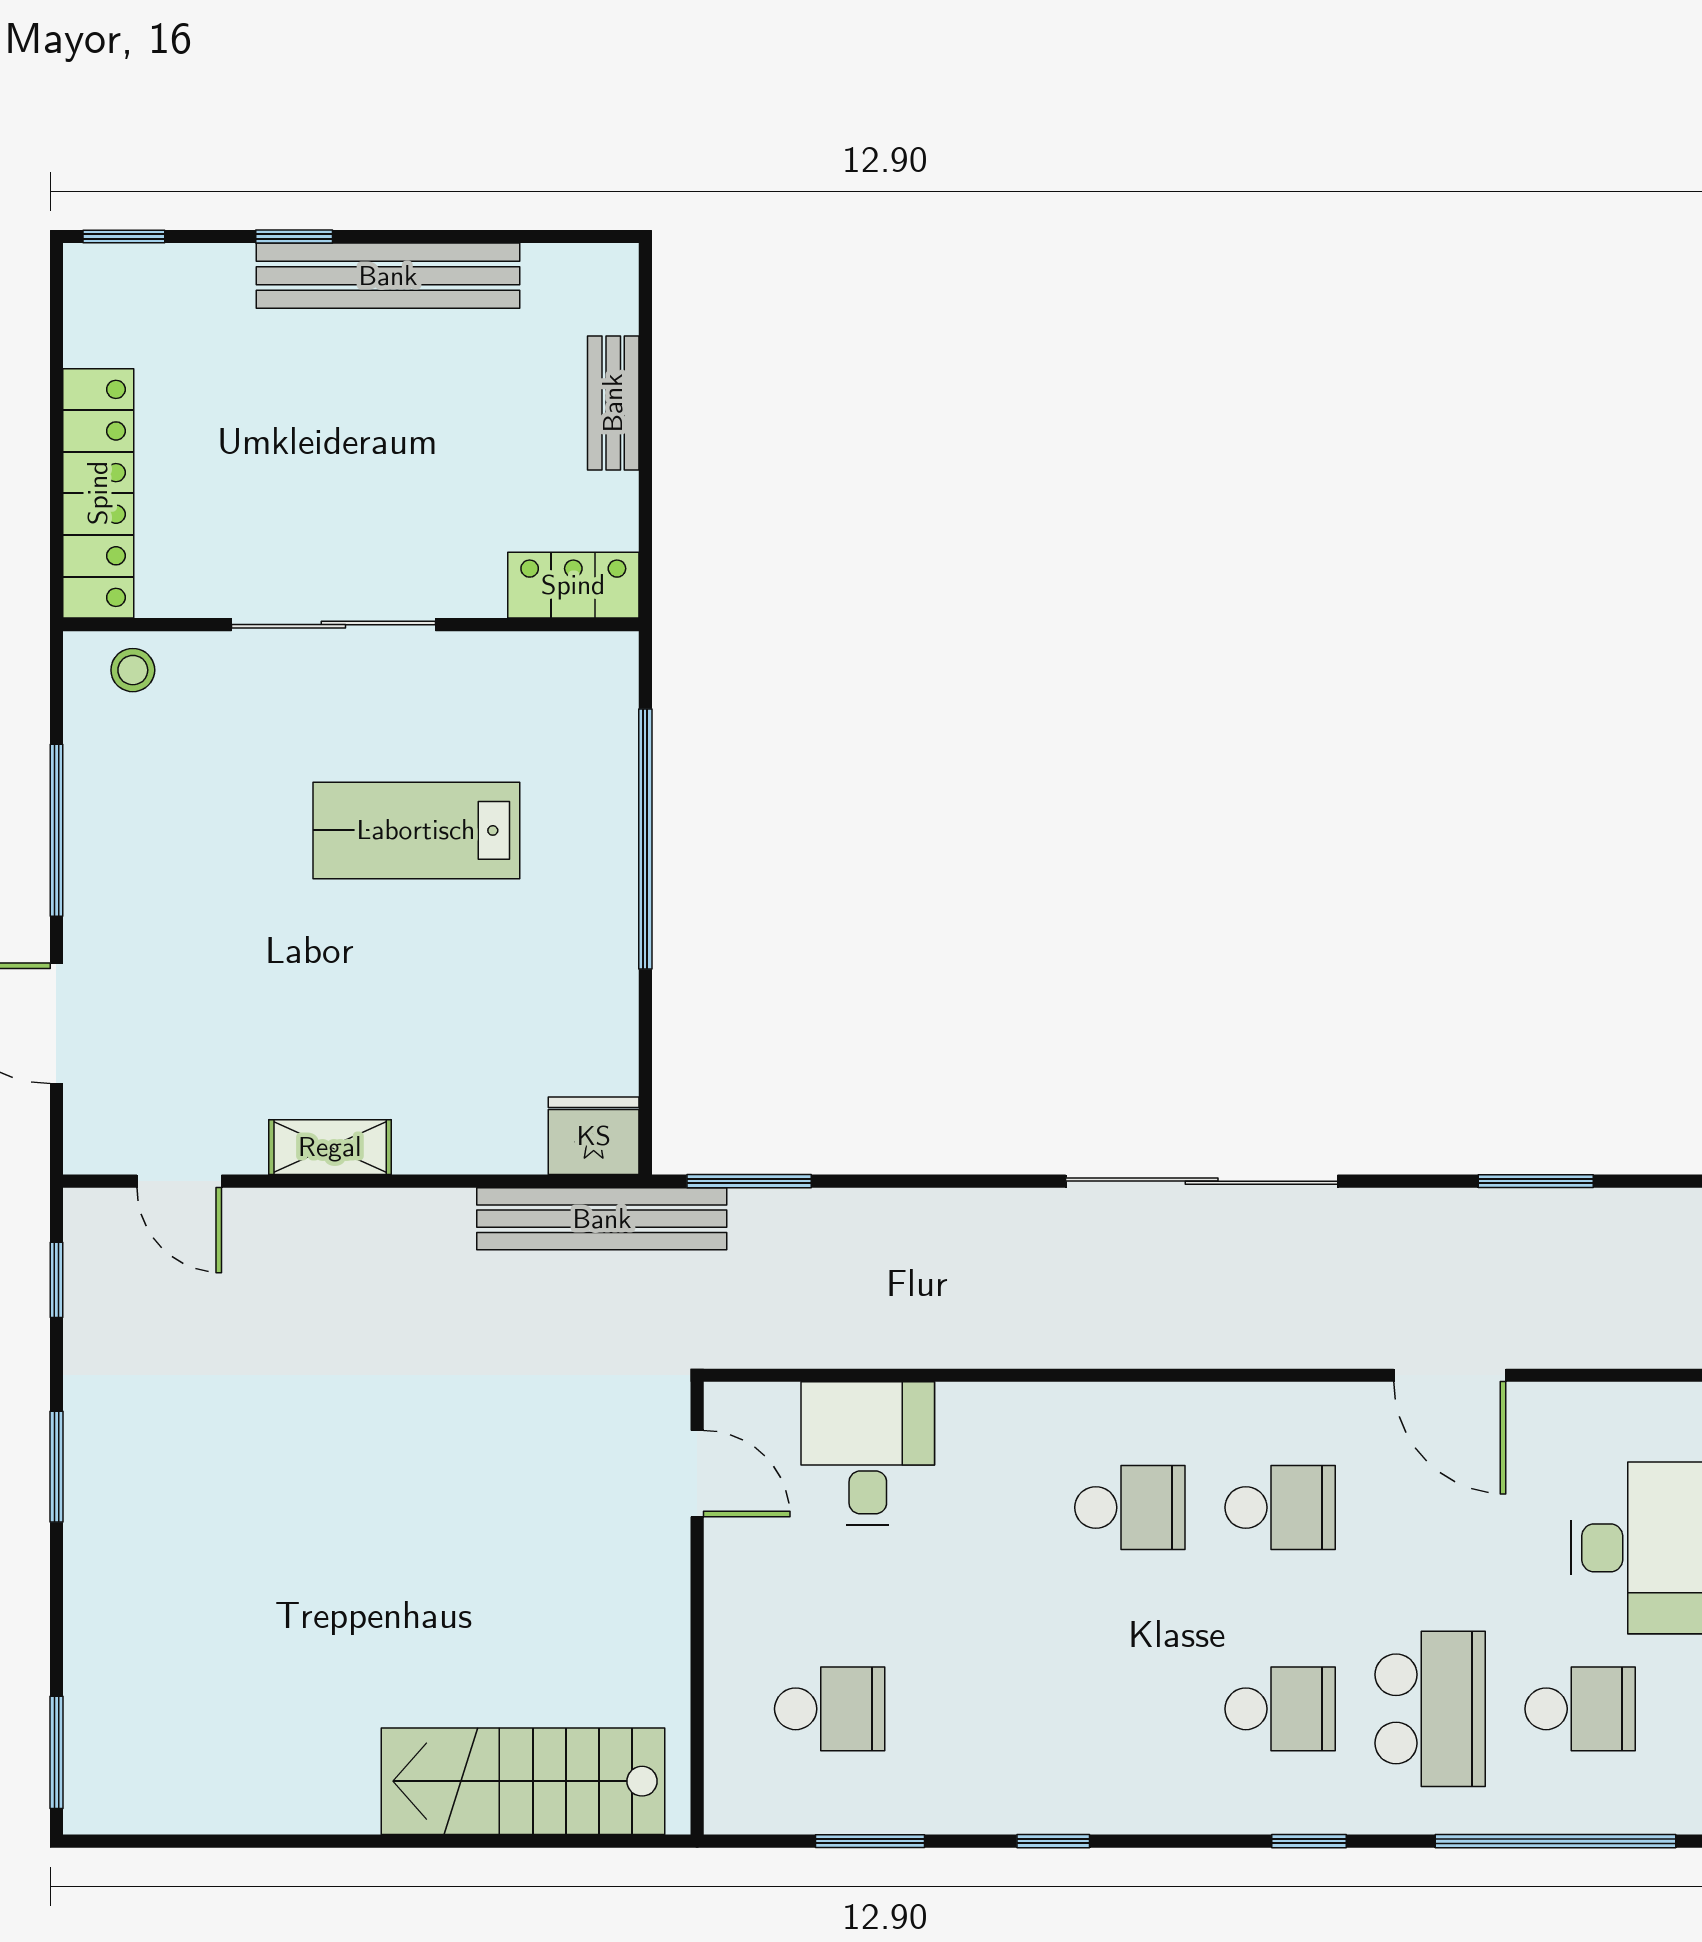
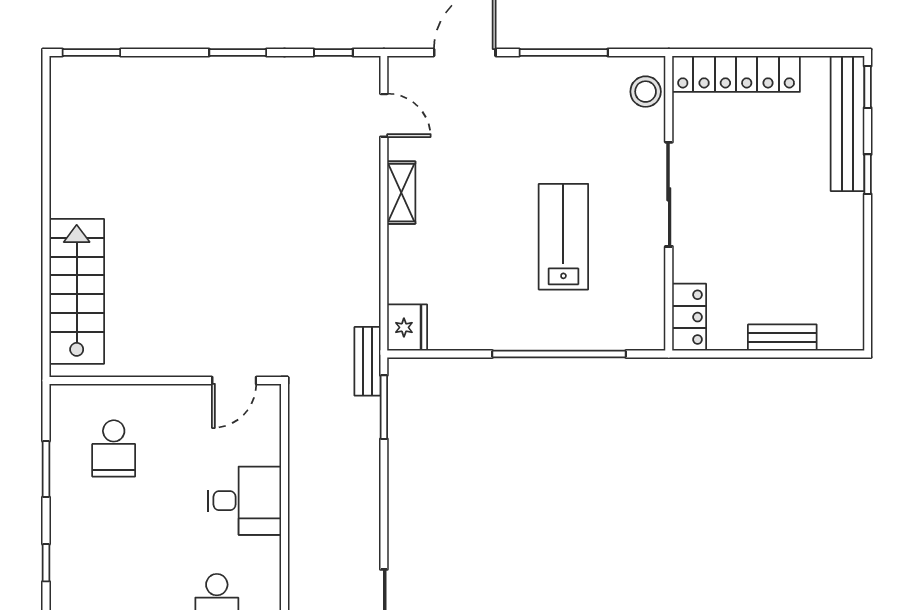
bench: (388, 276) -> (848, 124), moved
stool: (133, 670) -> (646, 92), width x1.37, depth x1.37
door: (179, 1181) -> (384, 115), swing flipped
bench: (602, 1219) -> (367, 361), width x0.54, depth x0.82
desk: (868, 1454) -> (244, 501), moved

